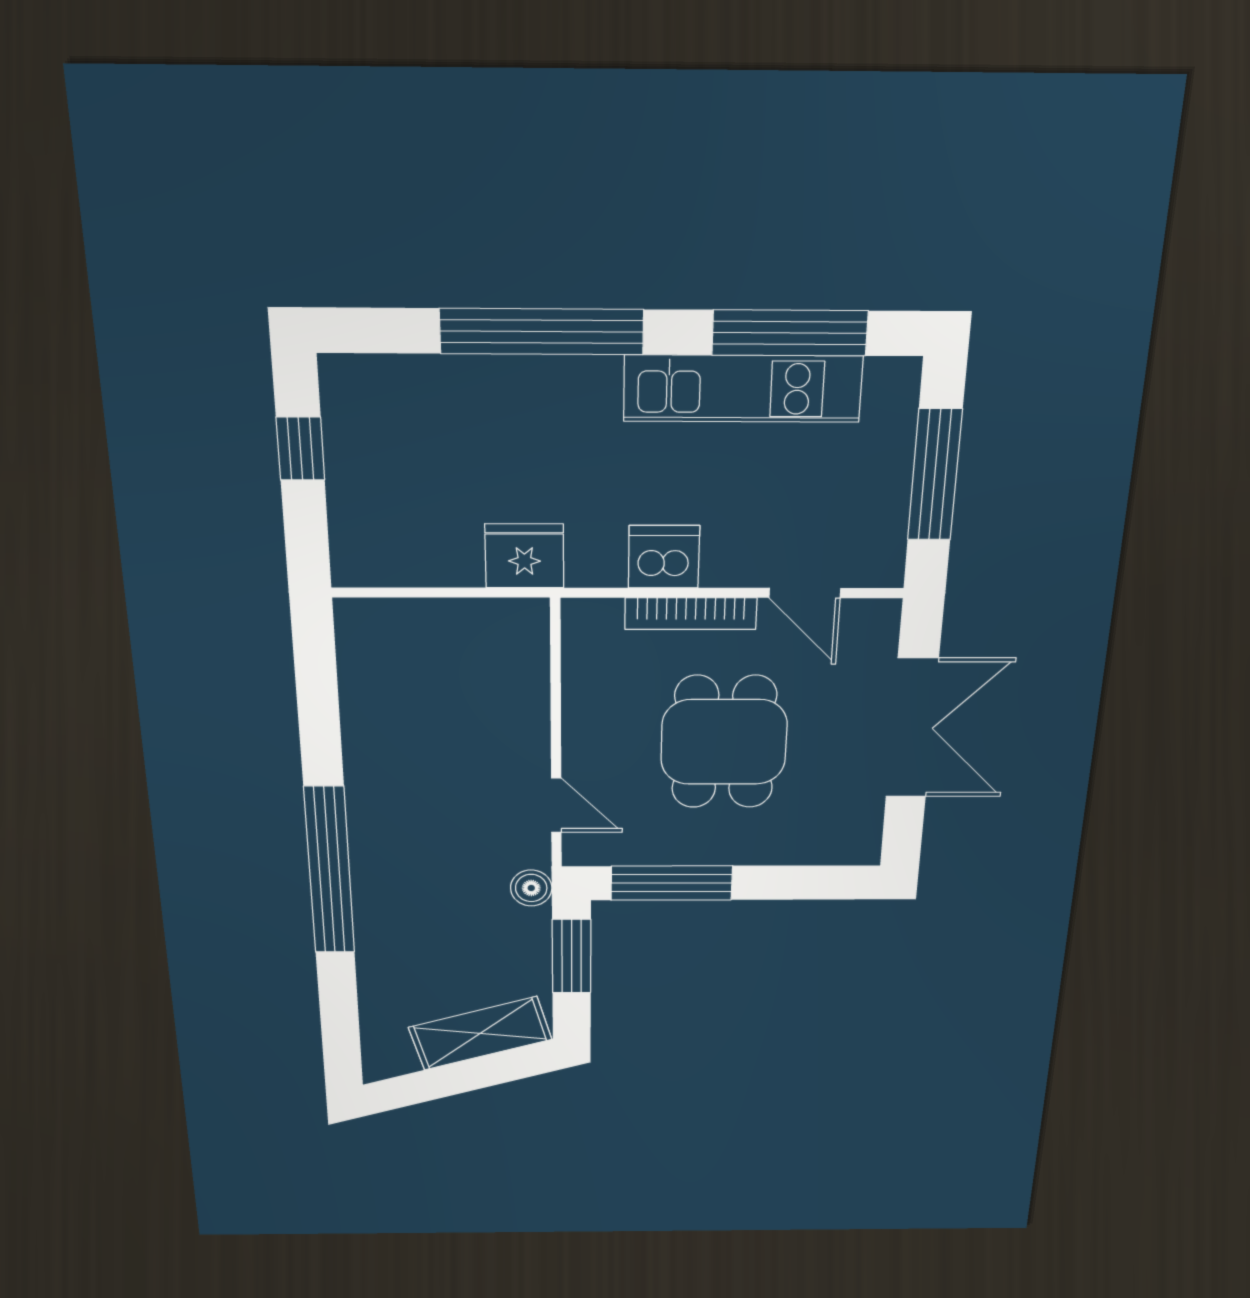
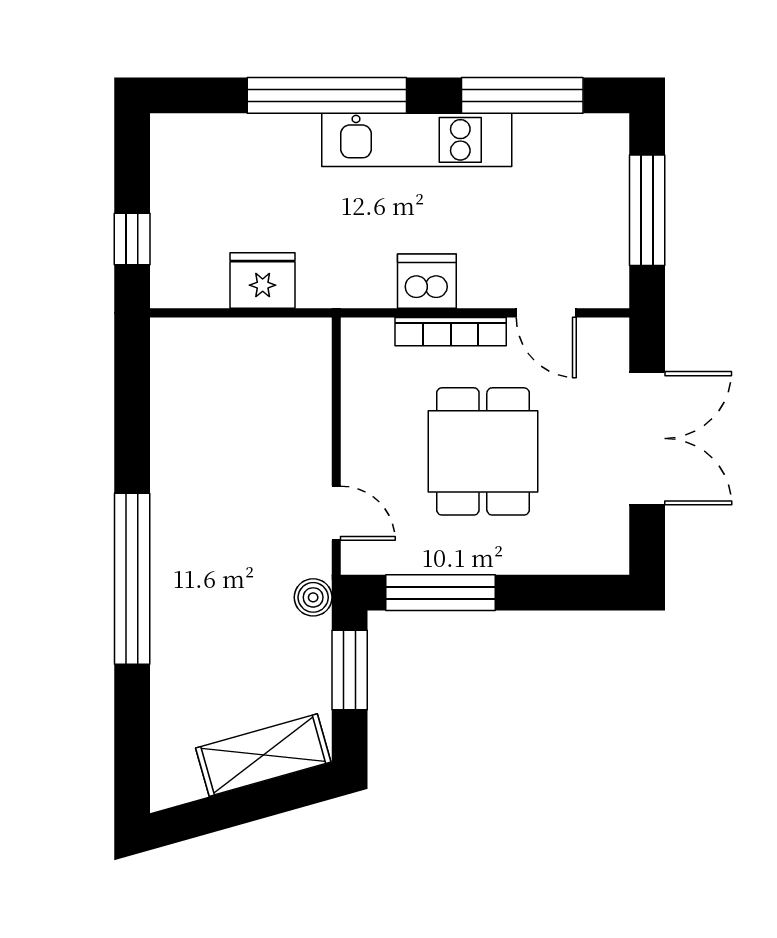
kitchen unit: (743, 389) -> (417, 140), moved
window: (300, 449) -> (132, 239), moved
fridge: (524, 556) -> (263, 281), moved

